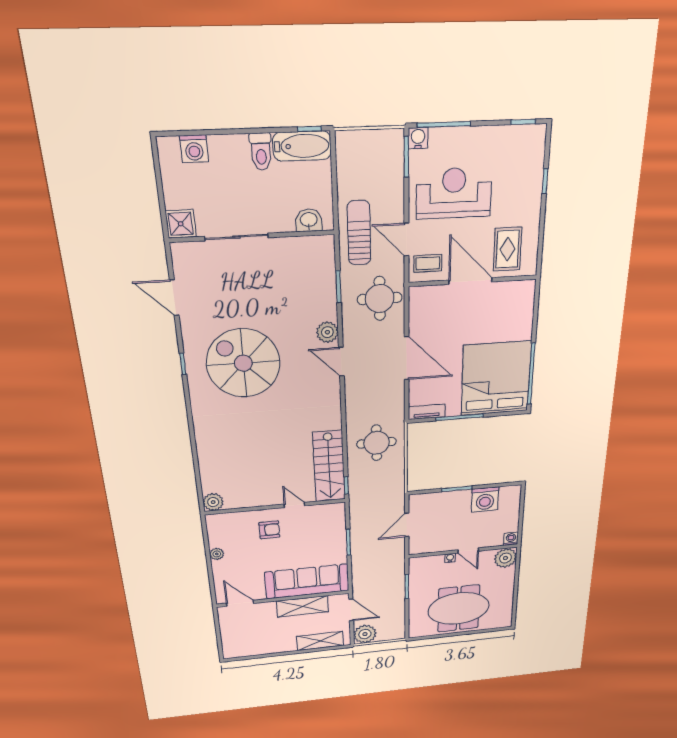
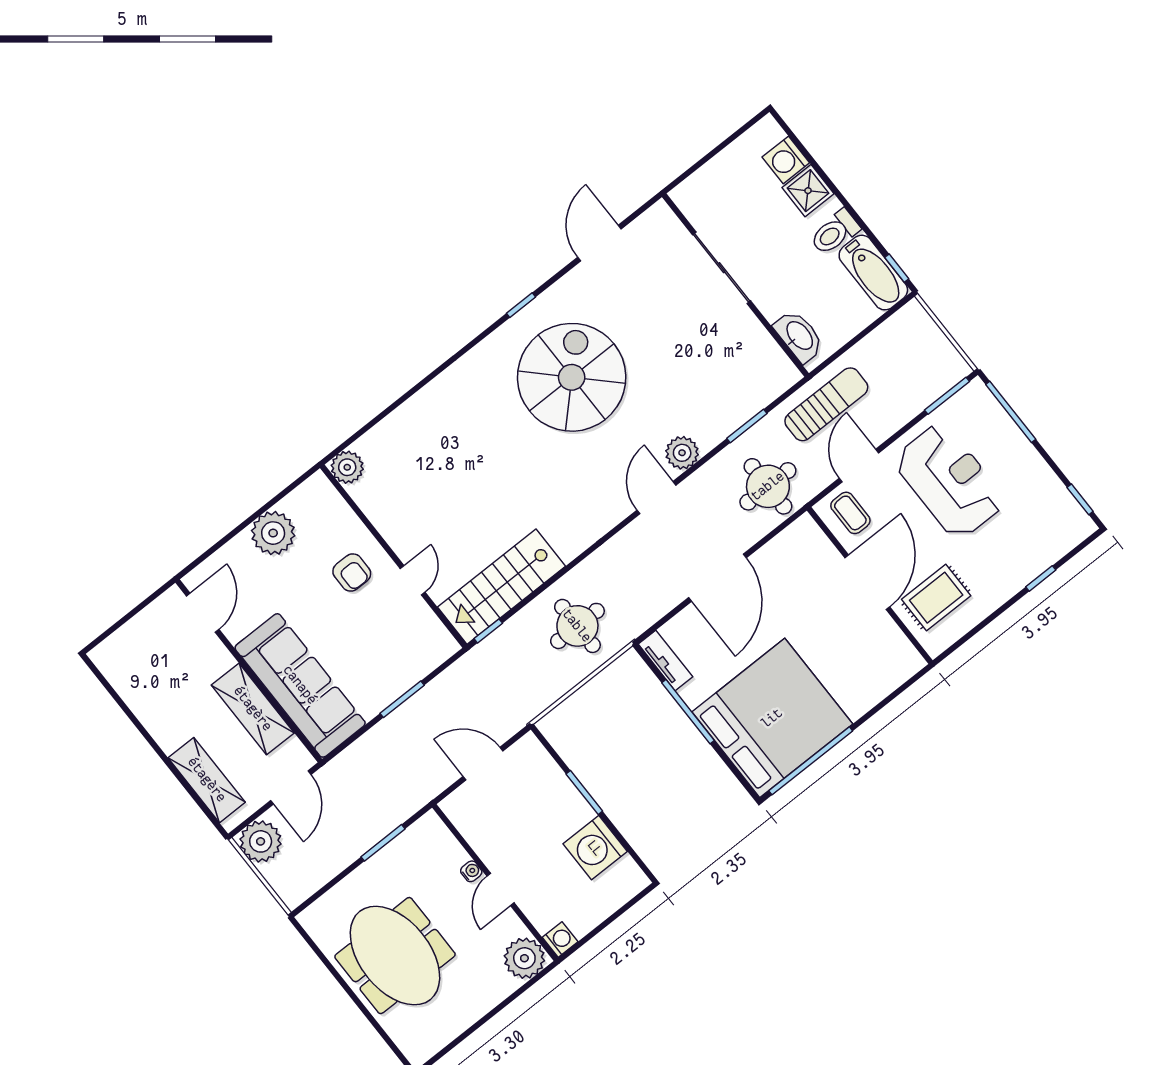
water cooler: (418, 138) -> (976, 394), removed
washbasin: (309, 220) -> (799, 336), width x1.38
shower: (181, 224) -> (808, 191), moved
plant: (217, 554) -> (273, 533), width x1.88, depth x1.88

